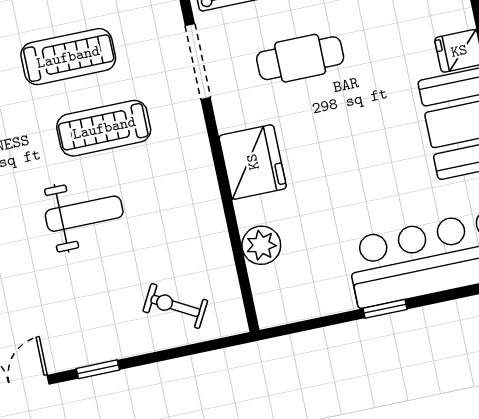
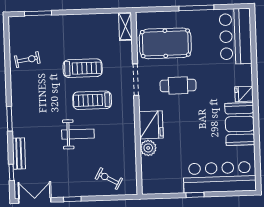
plant: (261, 245) -> (148, 148), moved

